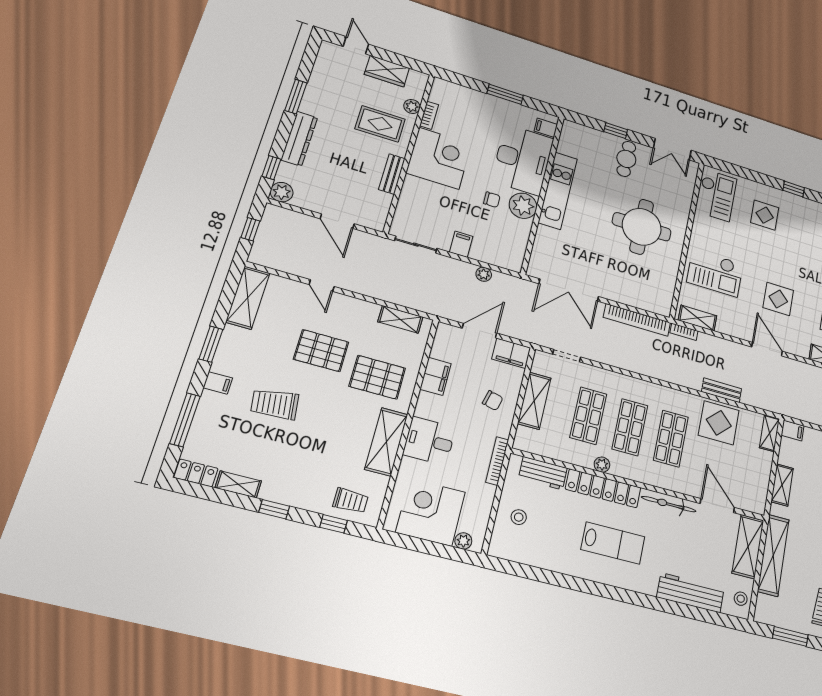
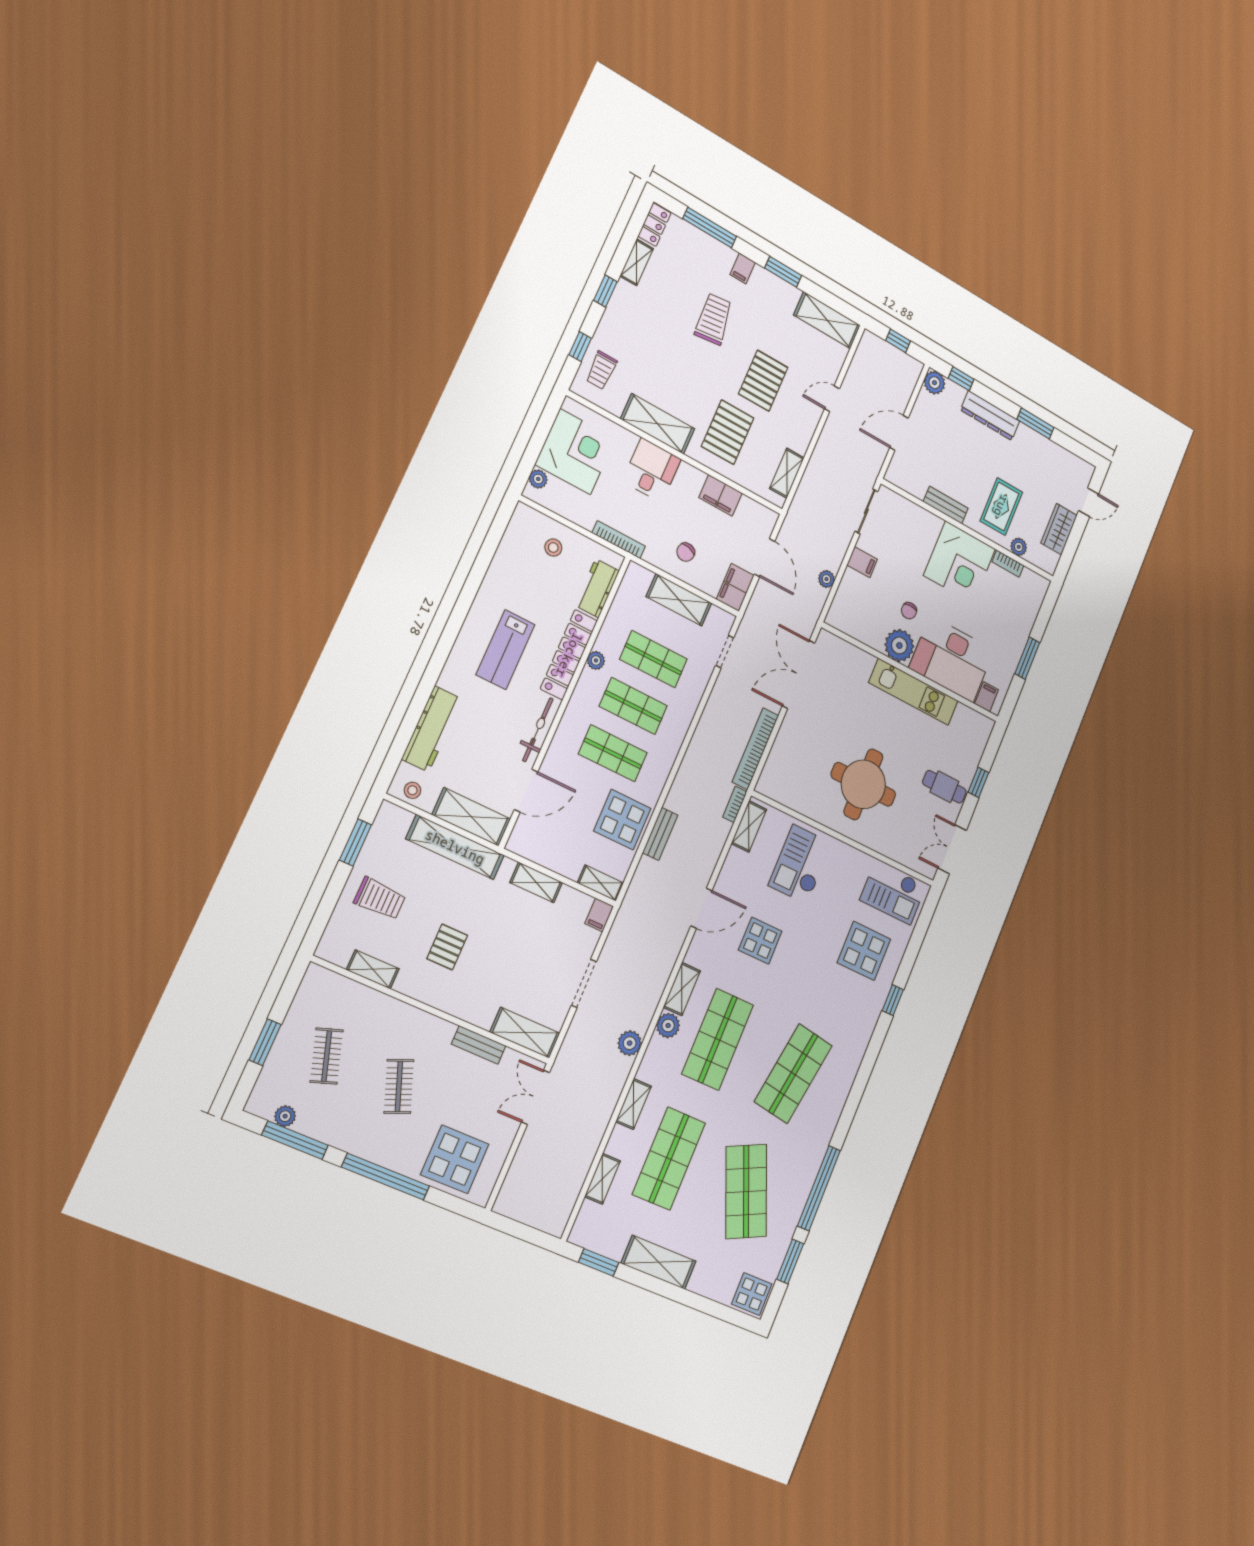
display table: (765, 215) -> (864, 951), width x1.36, depth x1.36

